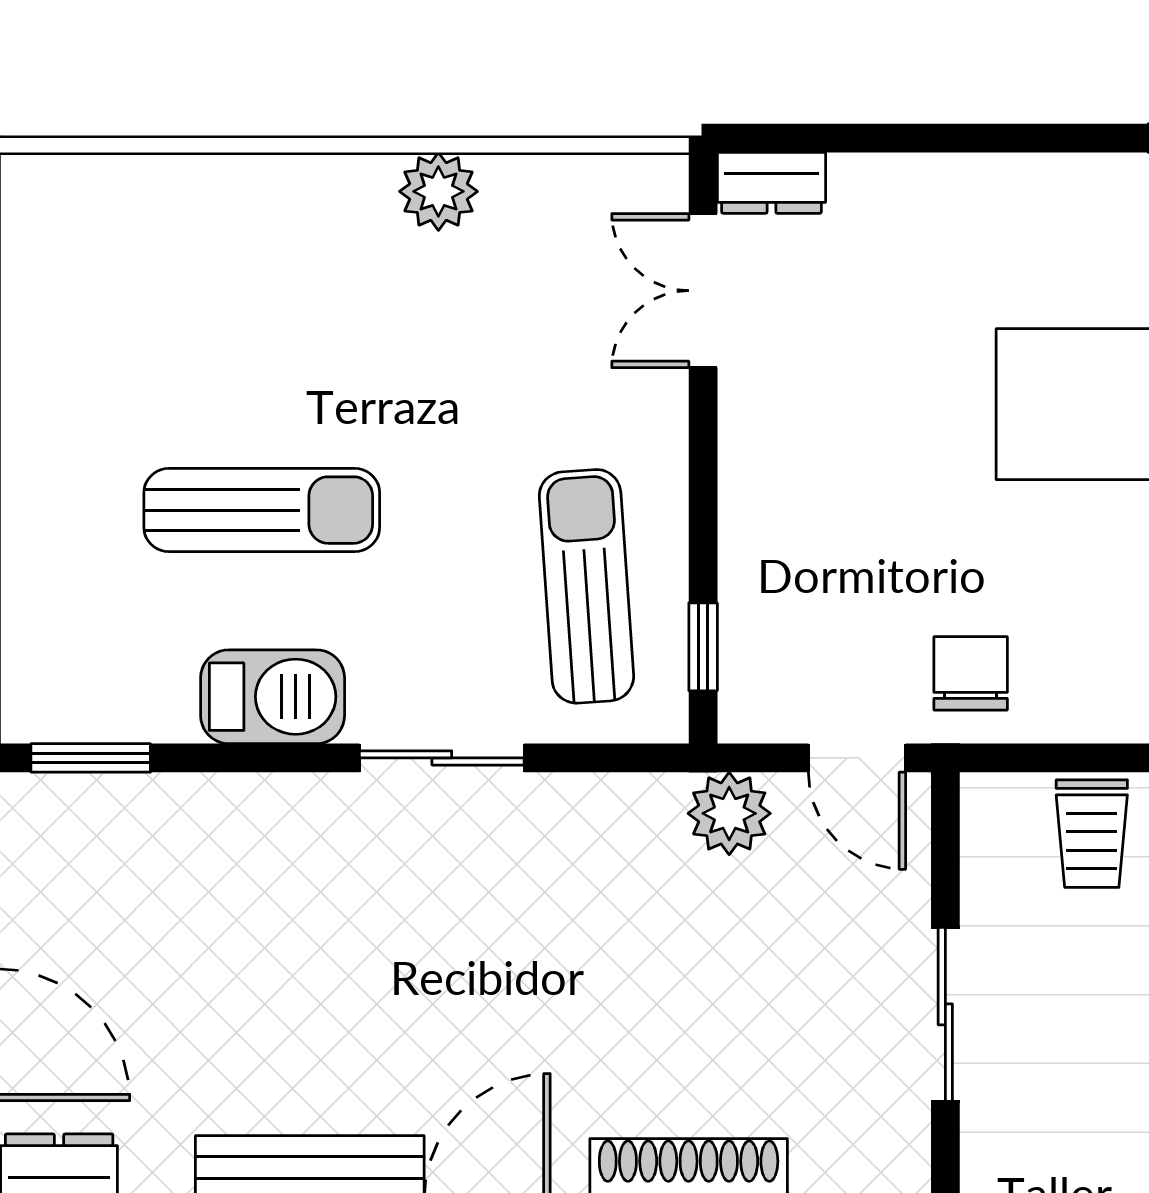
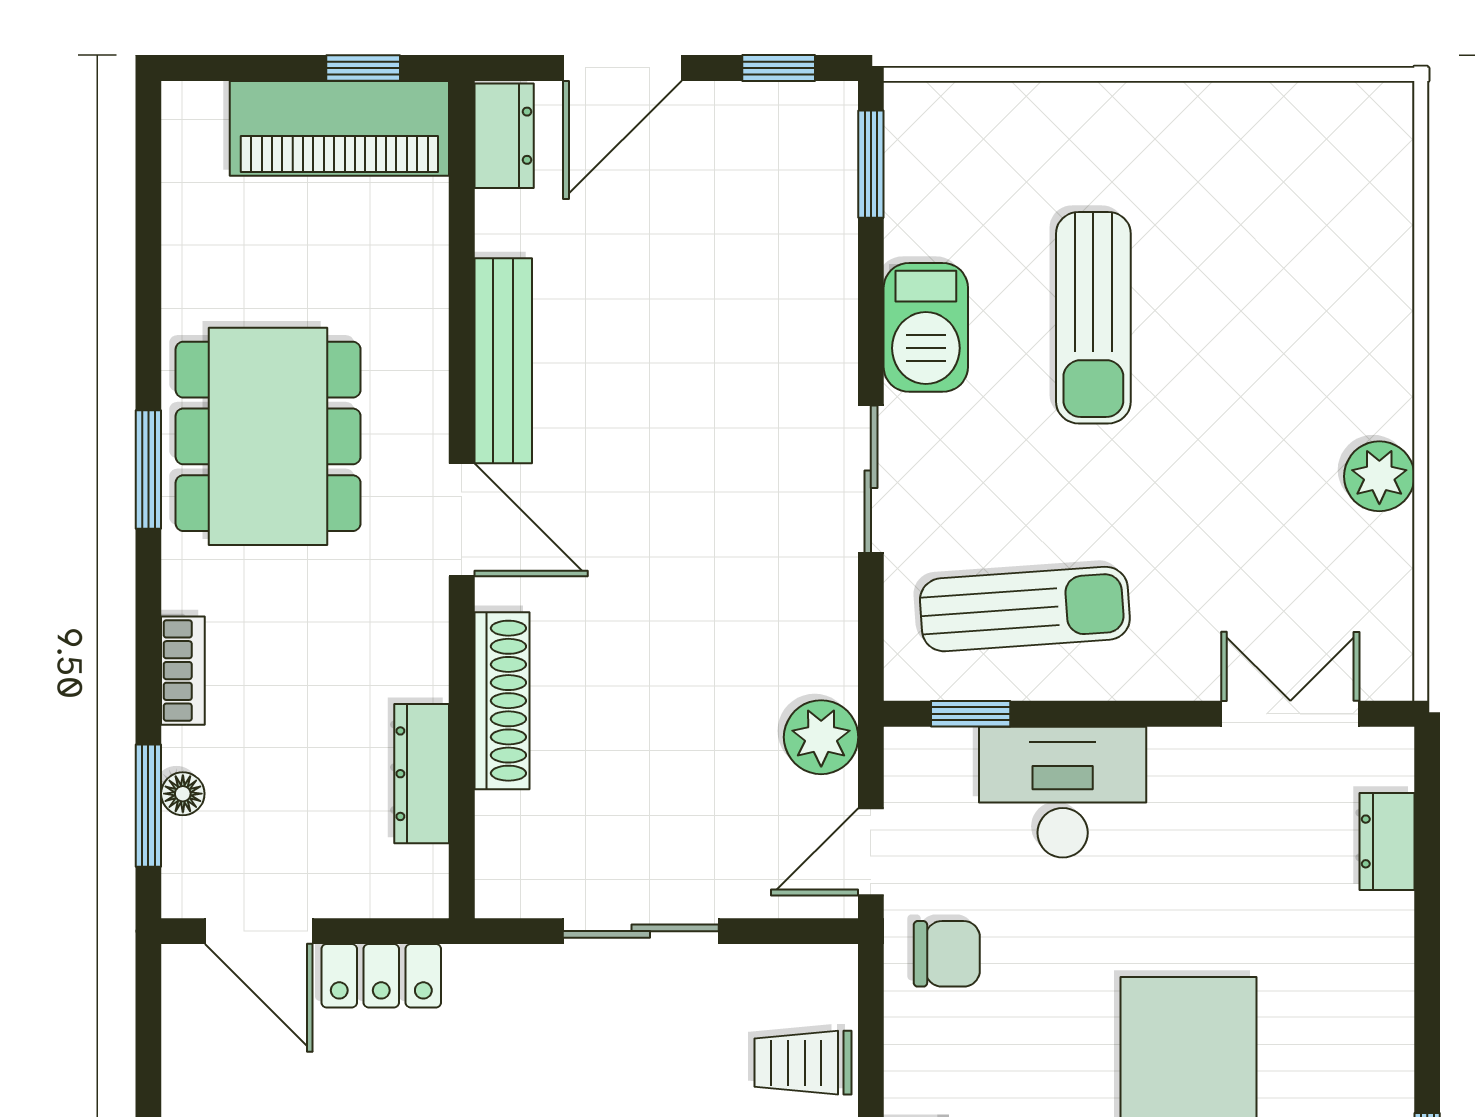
dresser: (771, 183) -> (1387, 841), moved
desk: (790, 544) -> (1063, 792), added

